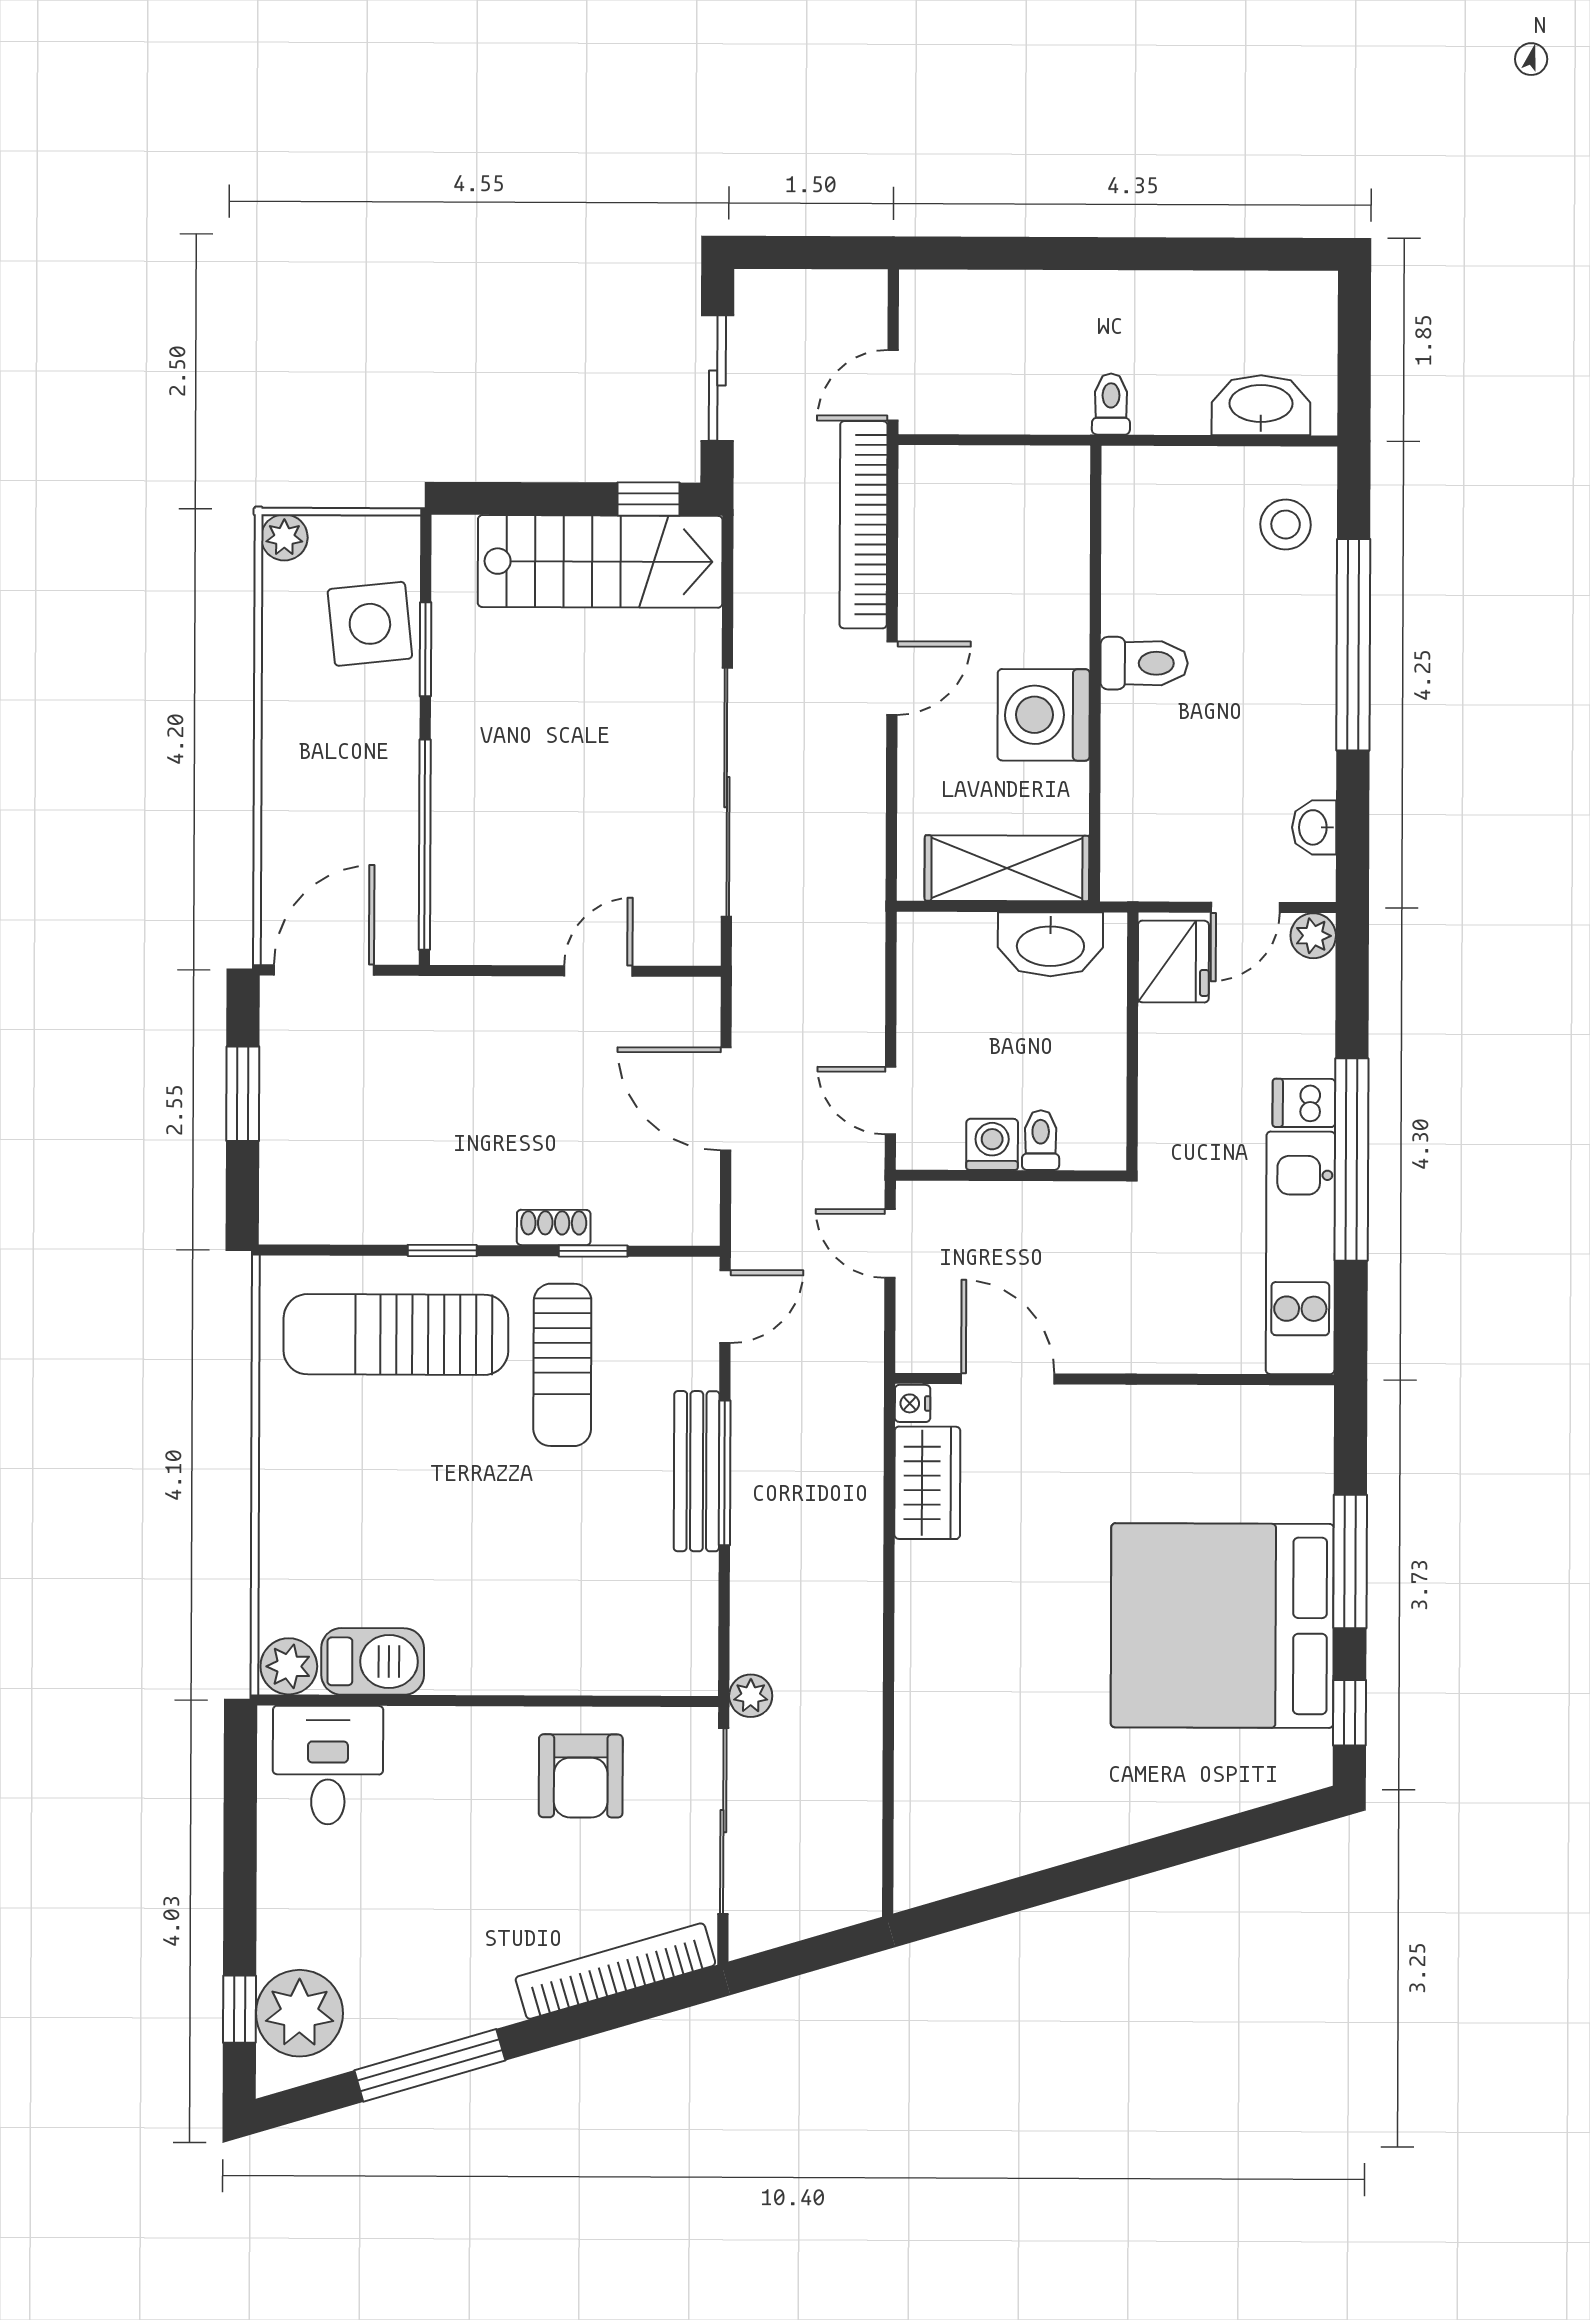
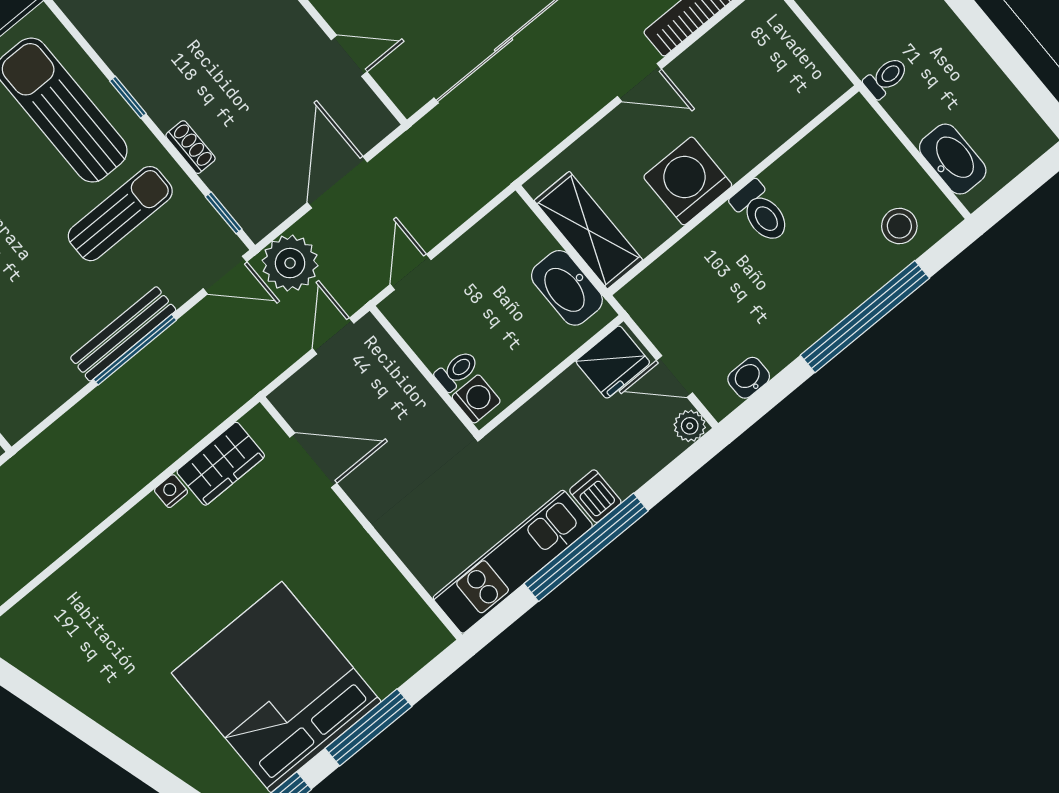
washing machine: (992, 1144) -> (476, 399), moved
window: (593, 1251) -> (224, 213), moved
sun lounger: (562, 1365) -> (120, 214), turned 180
door: (1008, 1379) -> (313, 460), hinge flipped
nightstand: (913, 1403) -> (171, 491), moved
plant: (751, 1696) -> (290, 263), moved, width x1.88, depth x1.88

